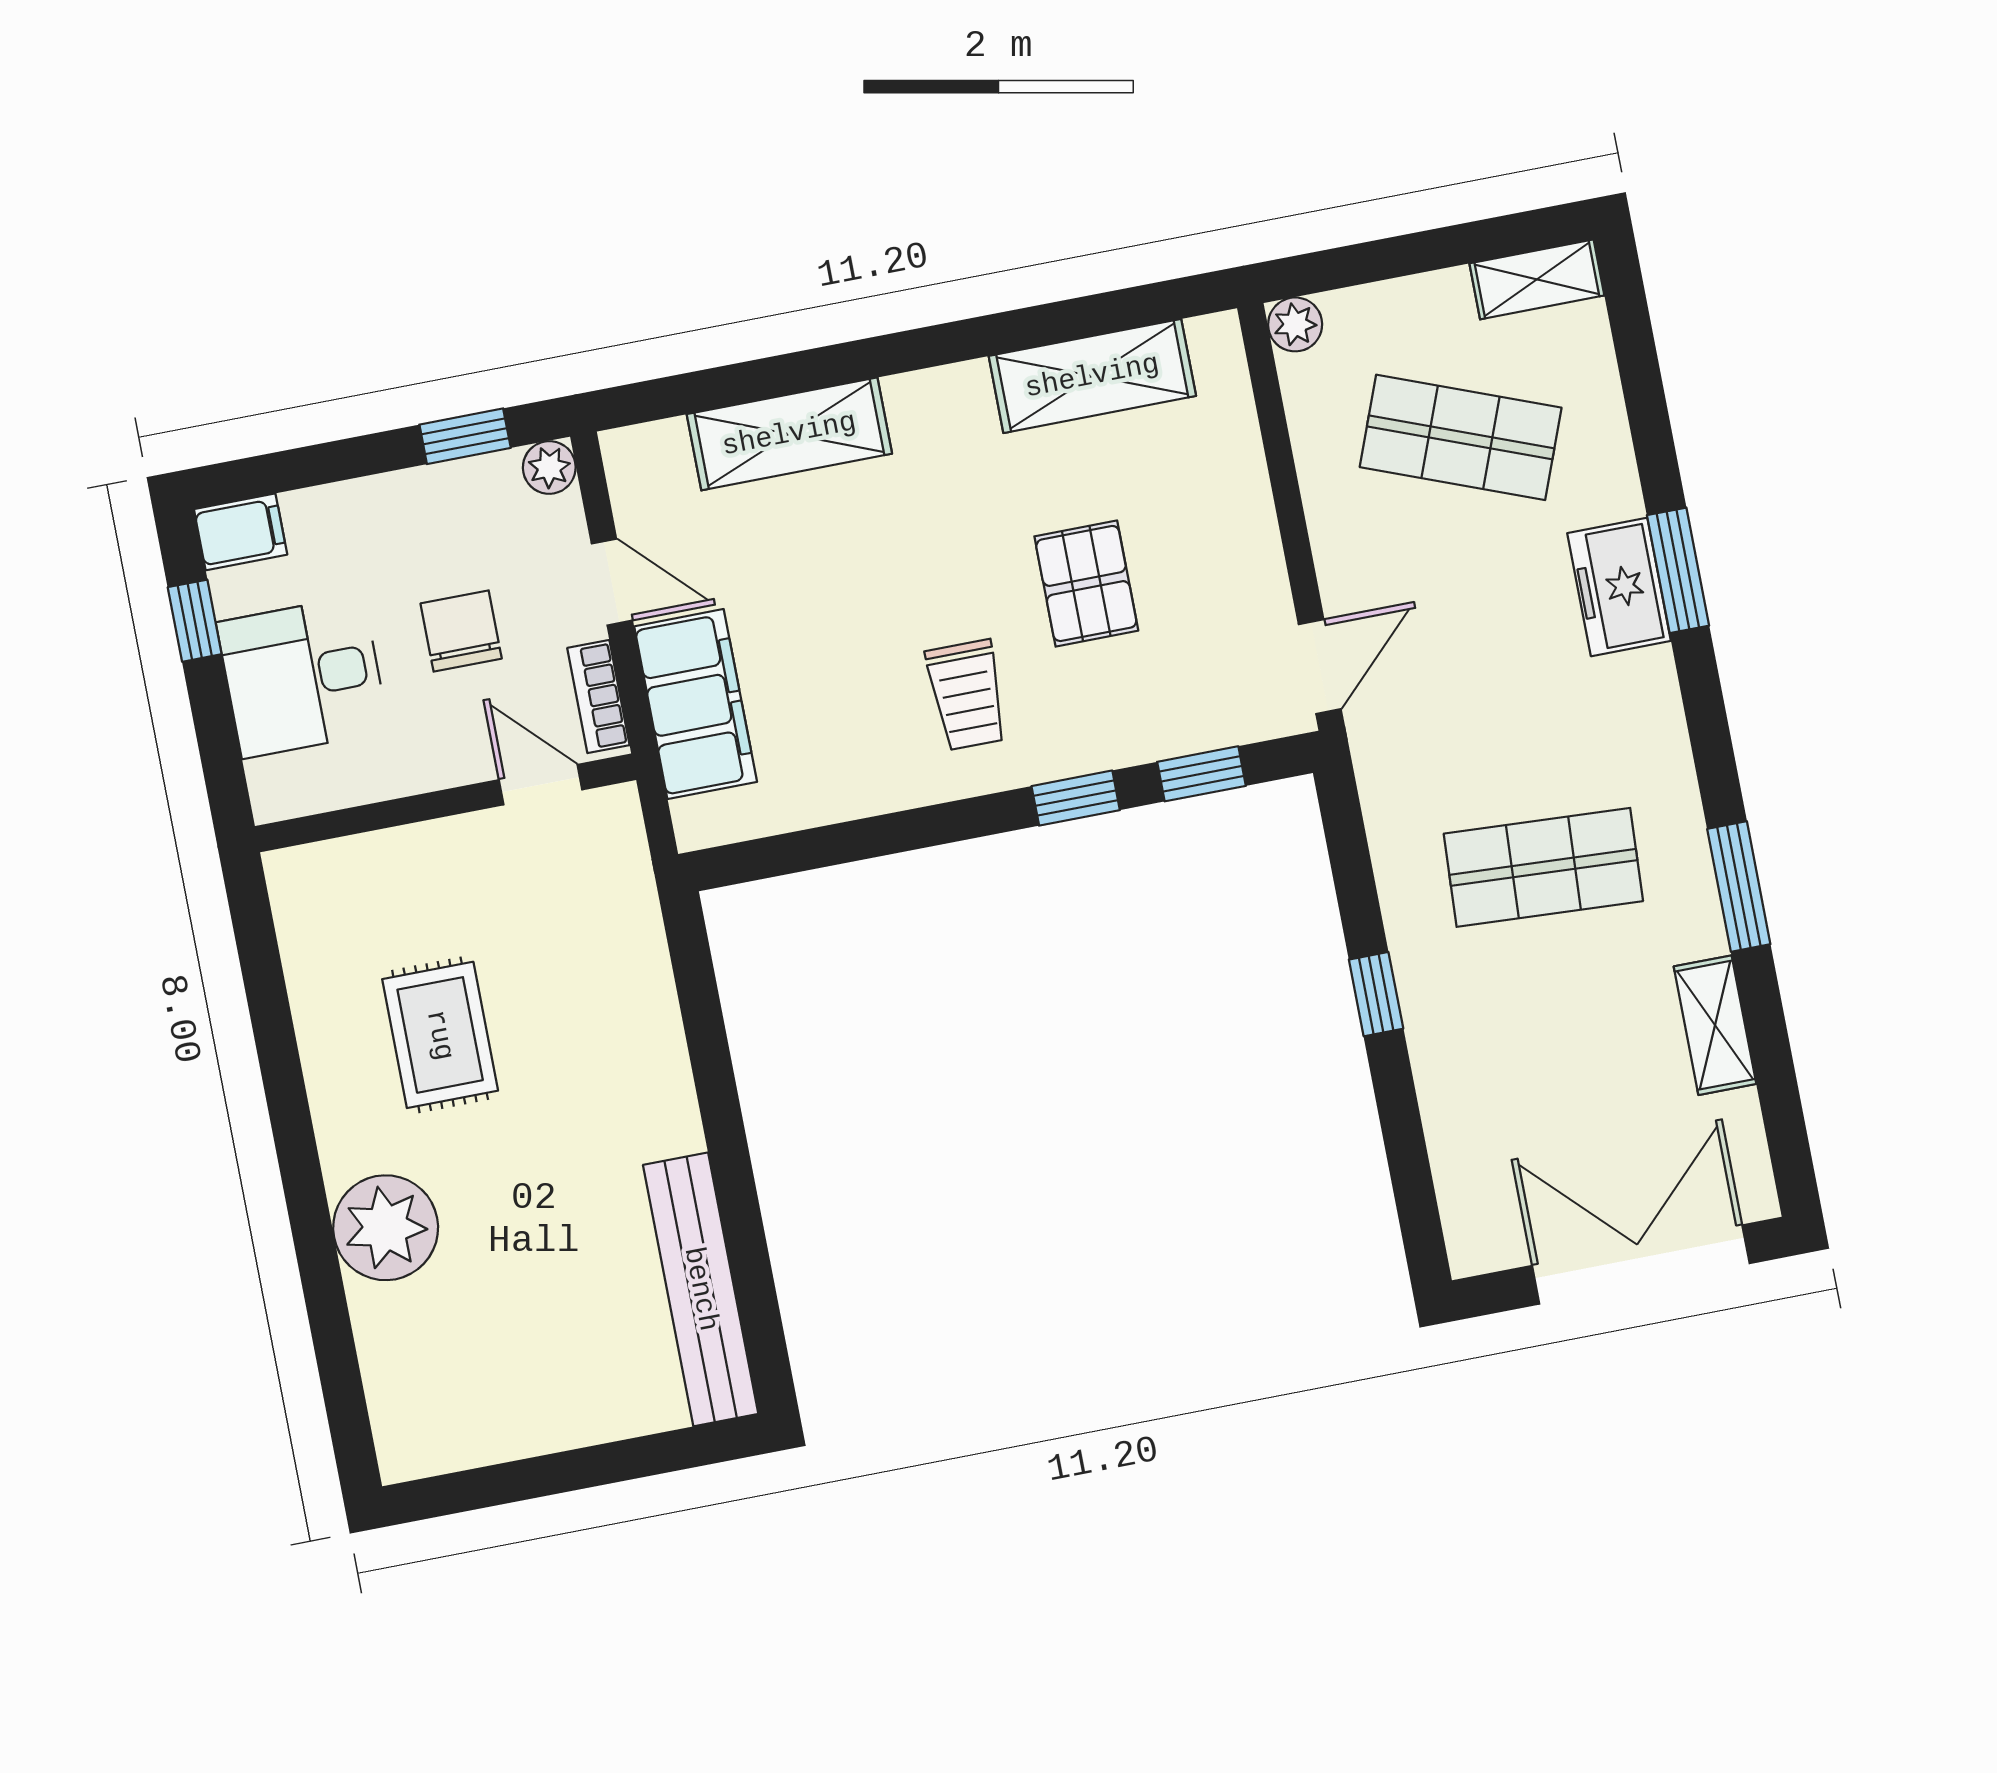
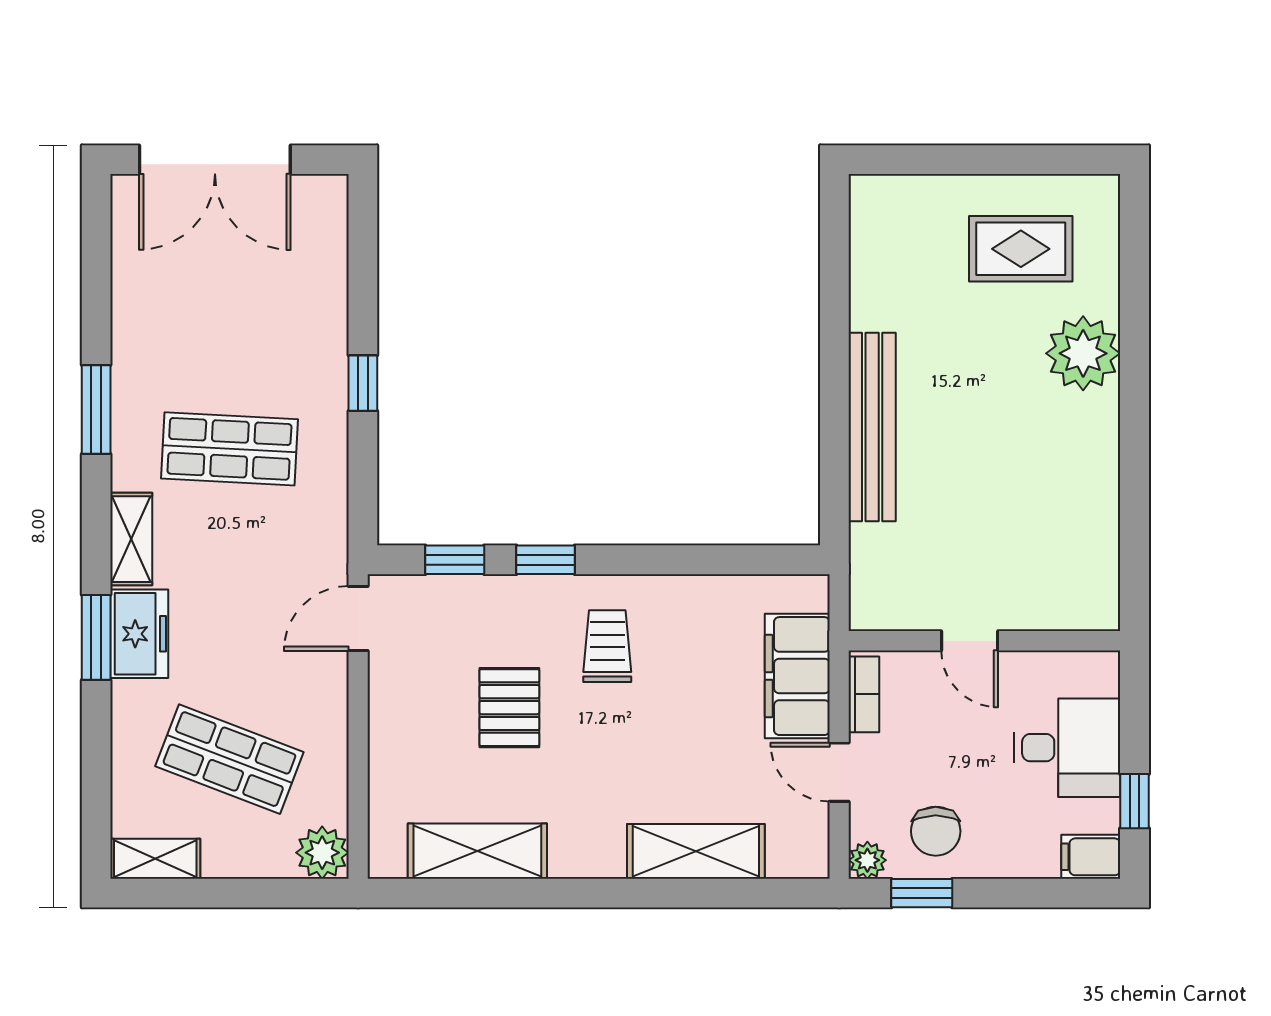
plant: (1295, 324) -> (322, 853), width x1.38, depth x1.38
chair: (461, 631) -> (936, 831), moved
door: (540, 785) -> (970, 641), moved
shelving: (1715, 1025) -> (131, 539), moved
rug: (440, 1035) -> (1021, 249), moved, turned 90
bench: (701, 1289) -> (872, 427), moved

